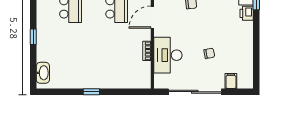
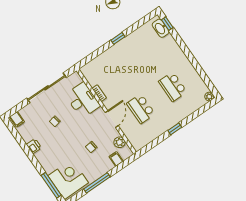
printer: (247, 13) -> (34, 146), moved
window: (33, 37) -> (167, 24), moved
filing cabinet: (231, 81) -> (17, 119), moved

